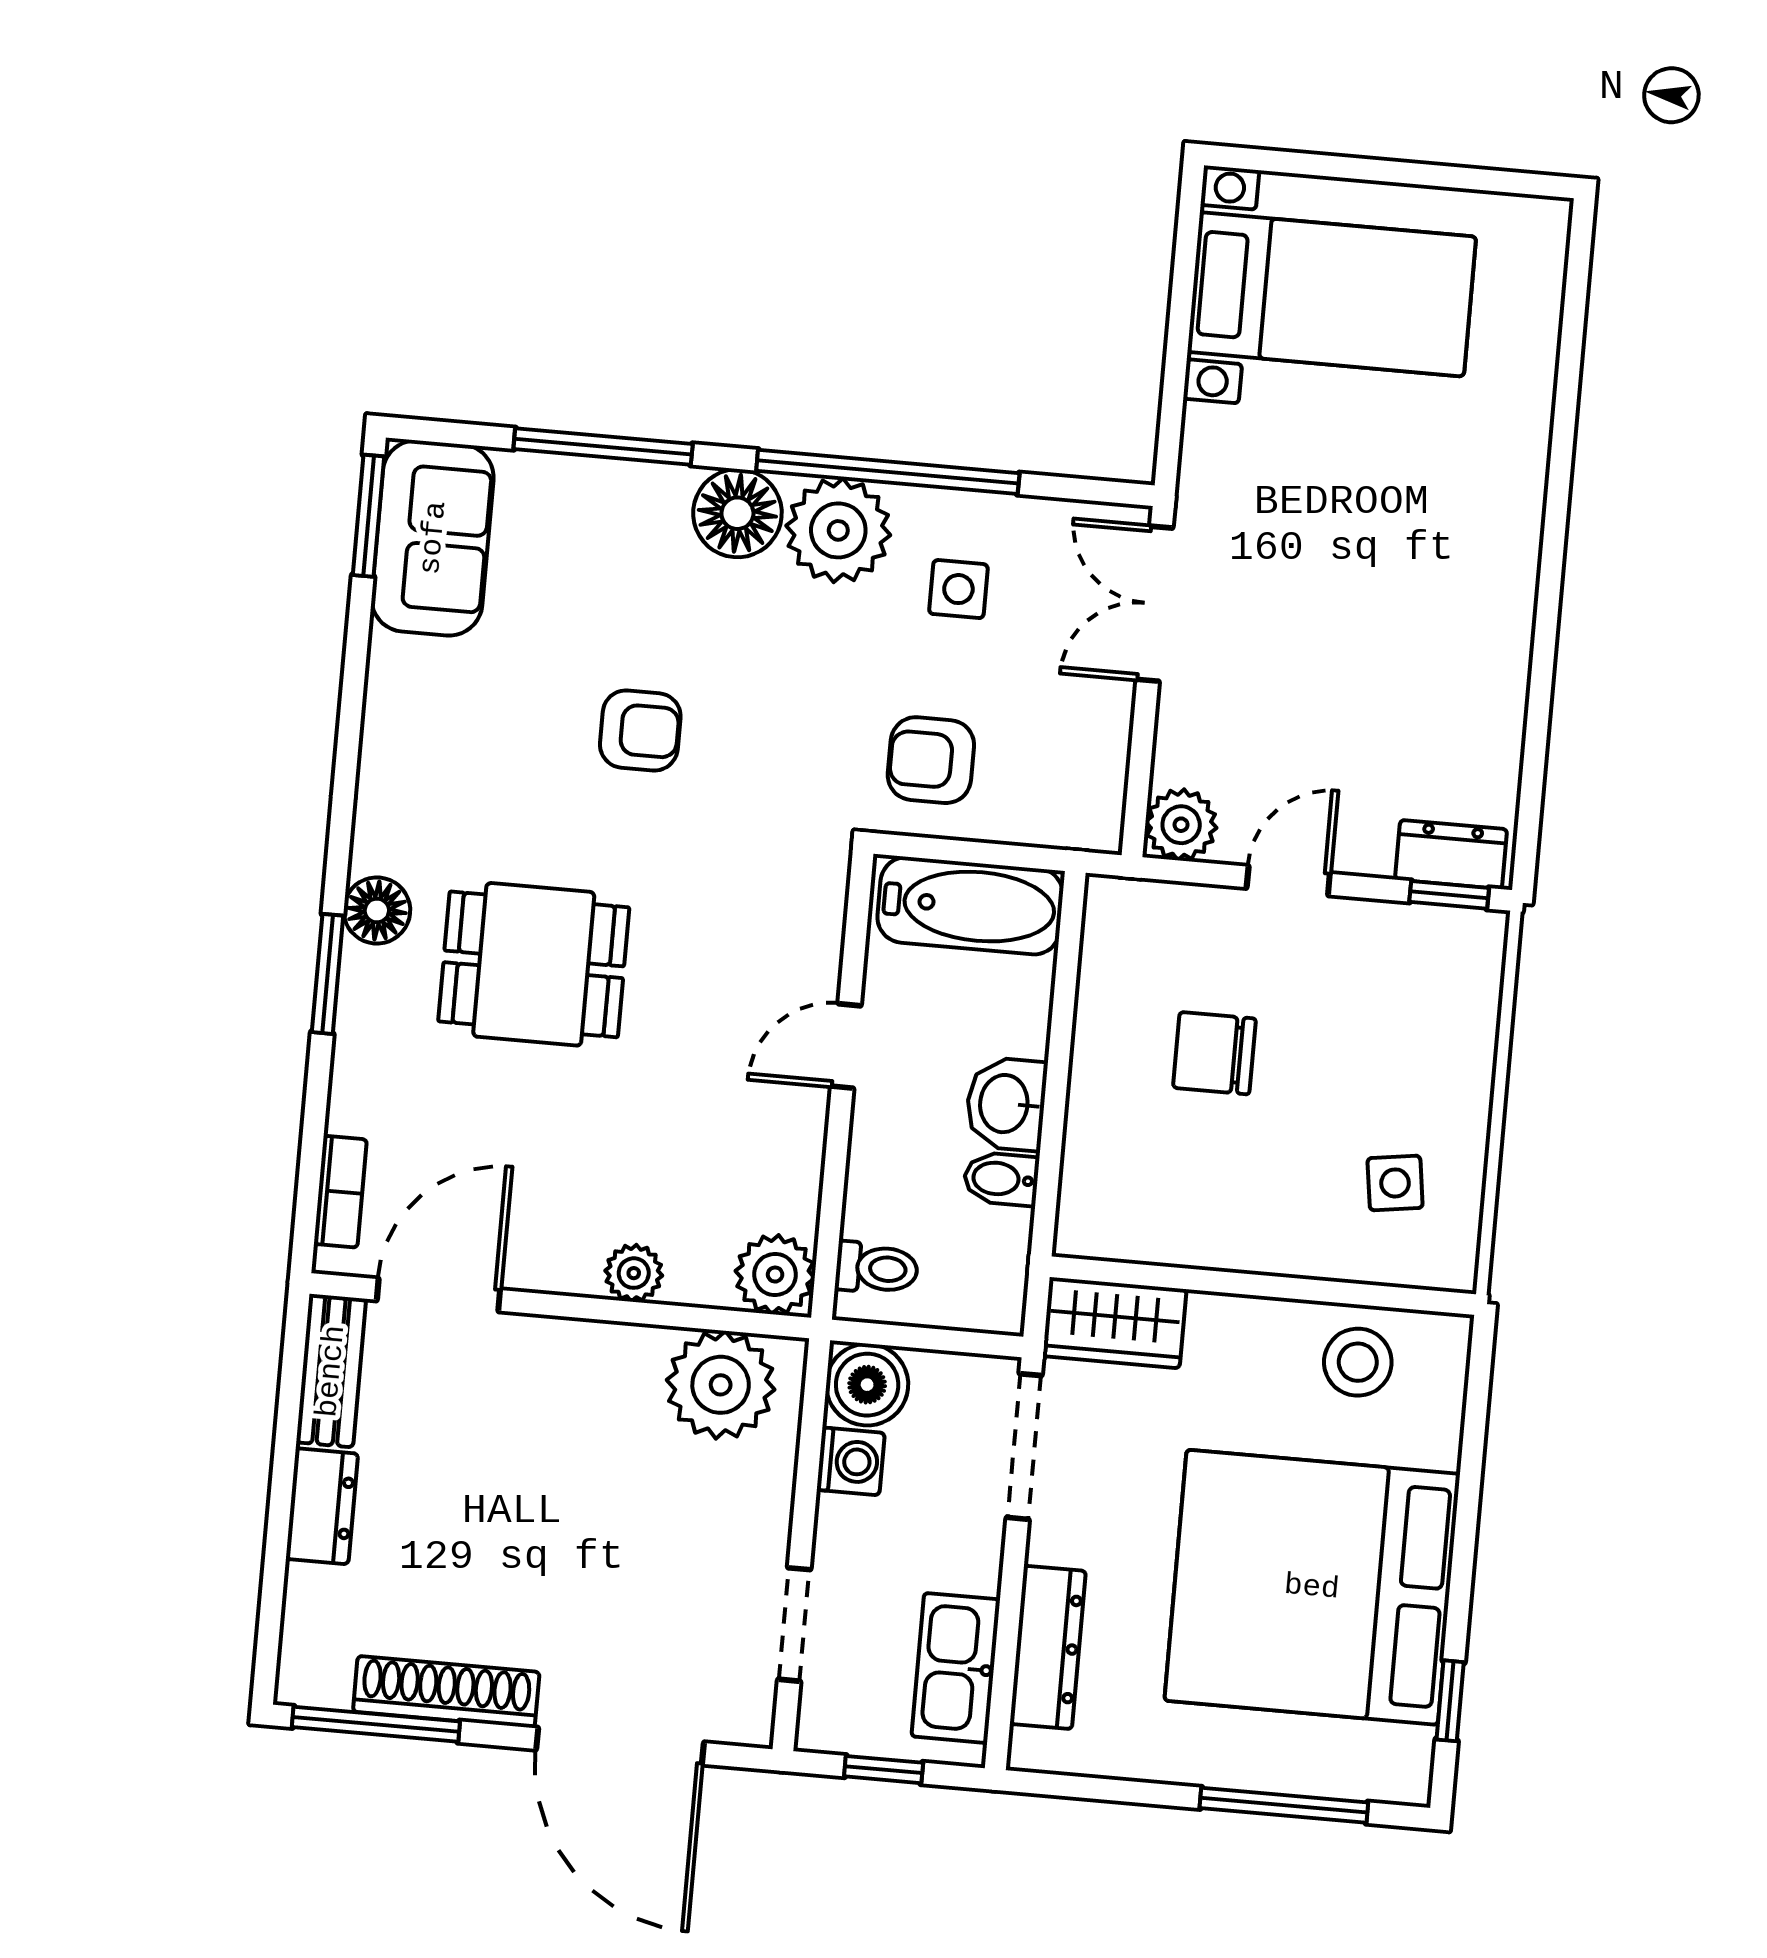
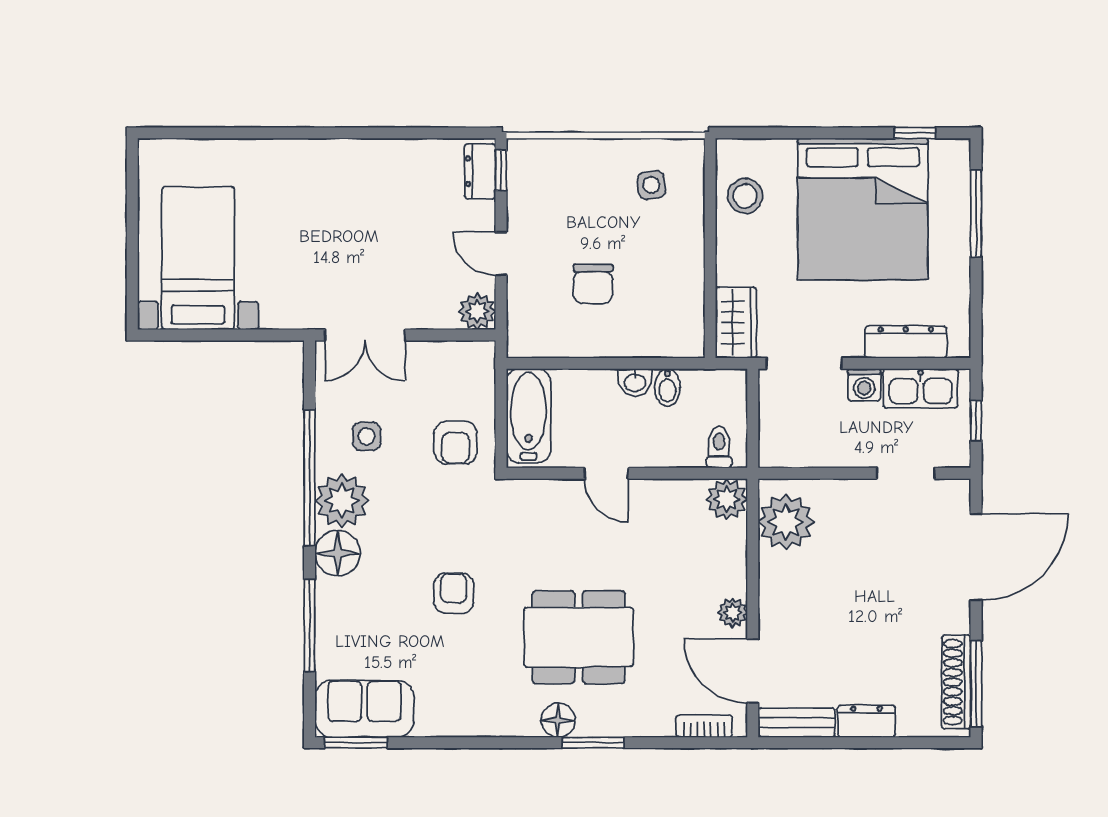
dining table: (534, 964) -> (579, 637), width x1.38
washbasin: (1006, 1104) -> (635, 382), width x0.72, depth x0.69
plant: (634, 1273) -> (733, 613), moved
boiler: (867, 1385) -> (779, 447), removed
washing machine: (851, 1461) -> (864, 385), moved, turned 180
shoe rack: (446, 1692) -> (956, 682), moved

